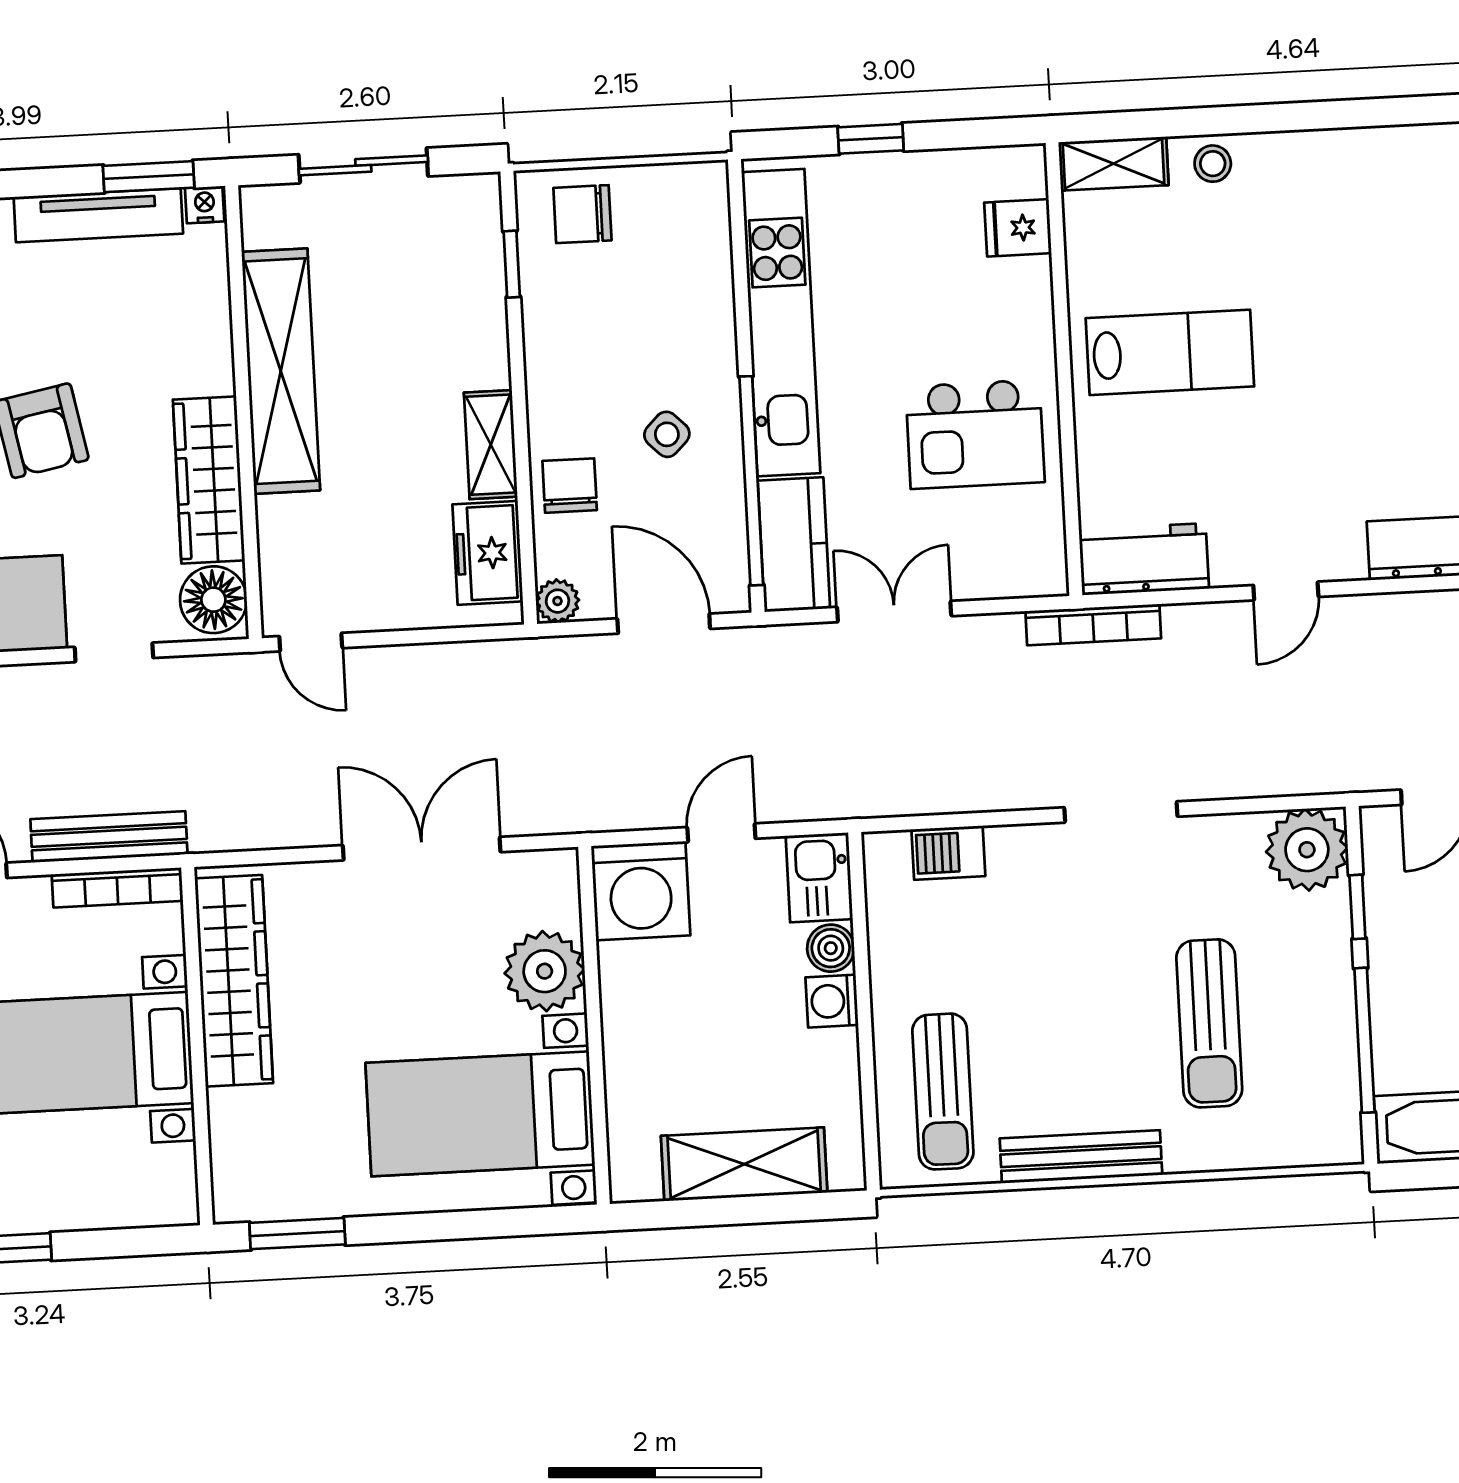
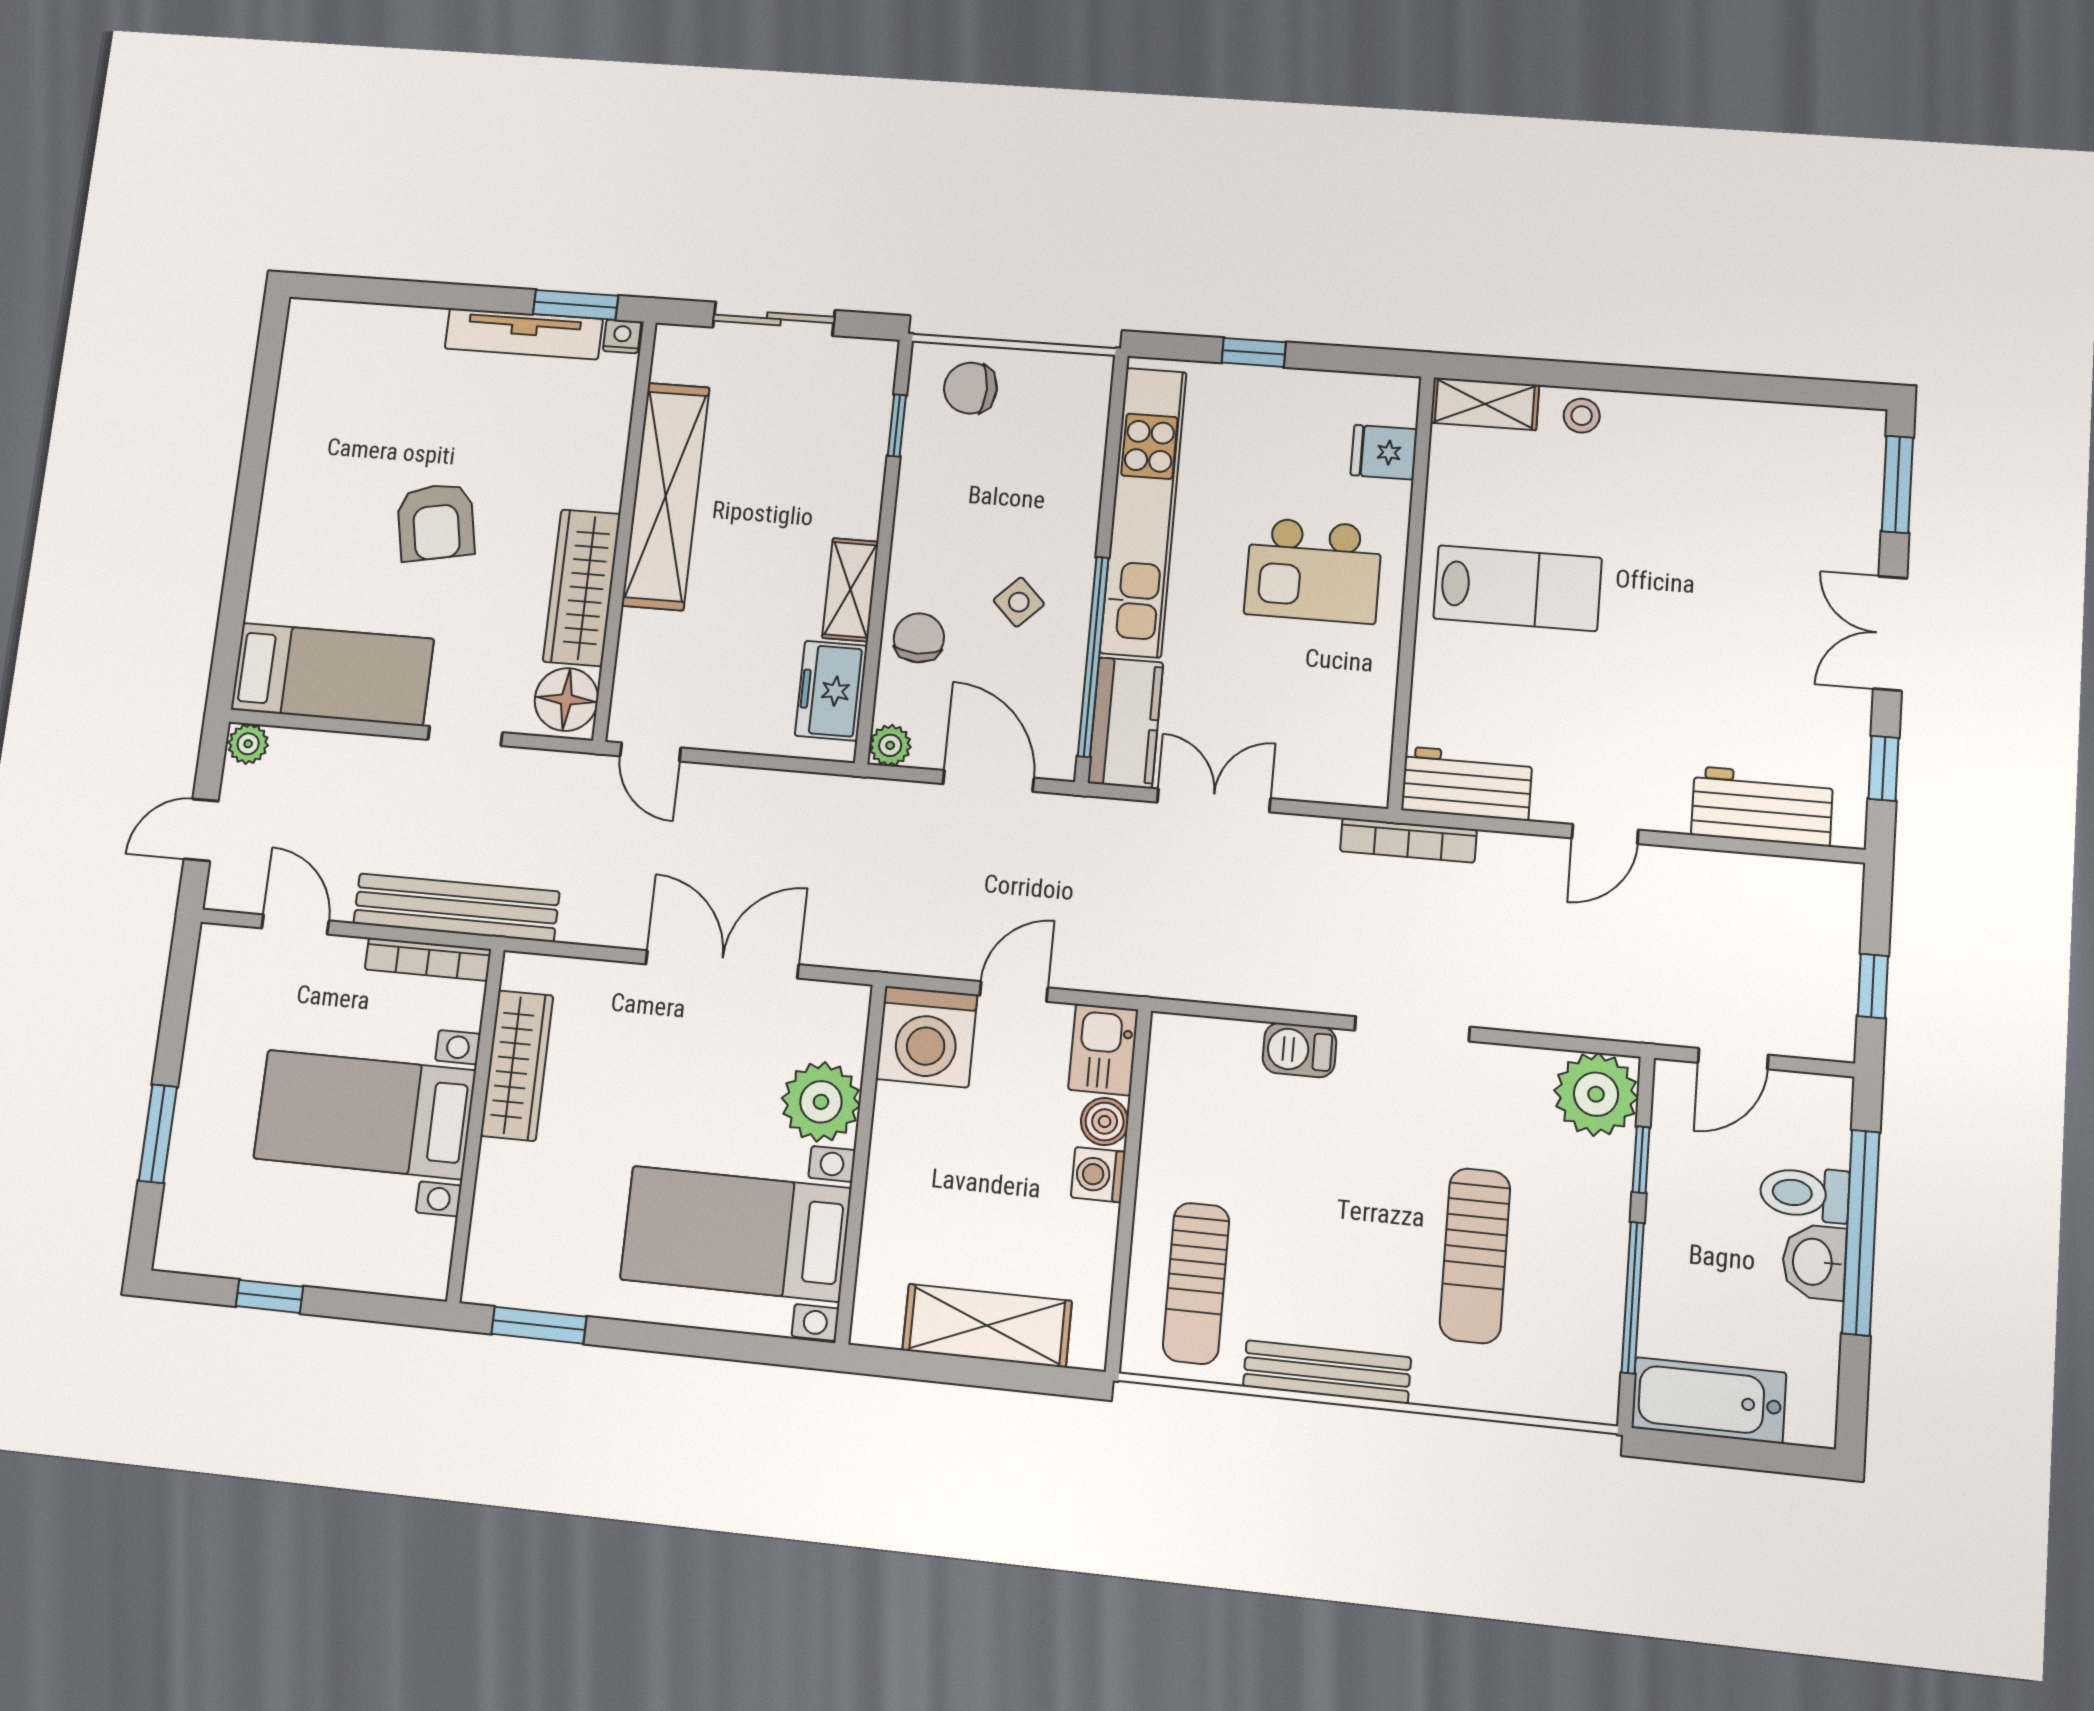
kitchen island: (975, 434) -> (1313, 571), moved
bench: (109, 837) -> (456, 908), width x1.37, depth x1.21
barbecue: (948, 853) -> (1299, 1050), moved
wardrobe: (234, 981) -> (517, 1065), width x0.71, depth x0.85

